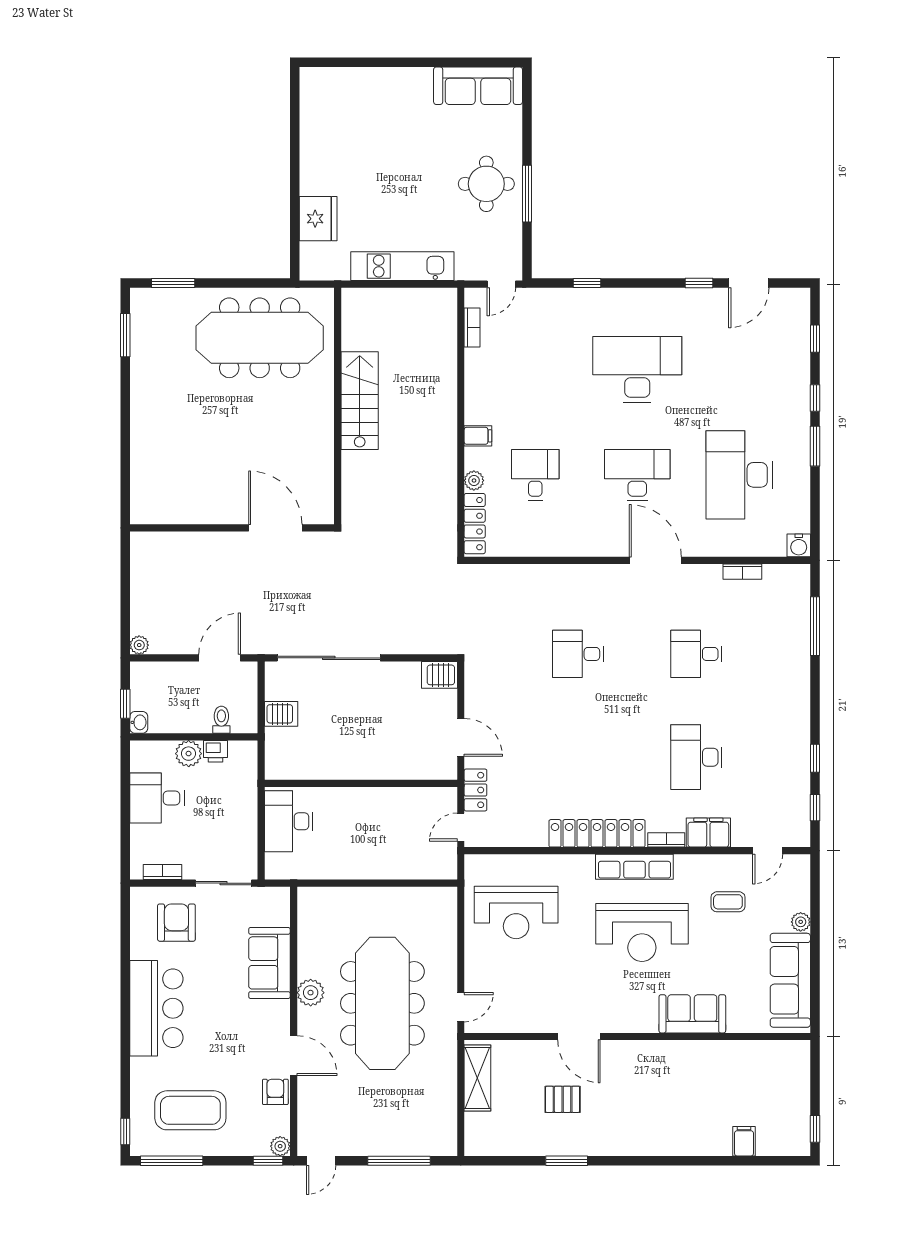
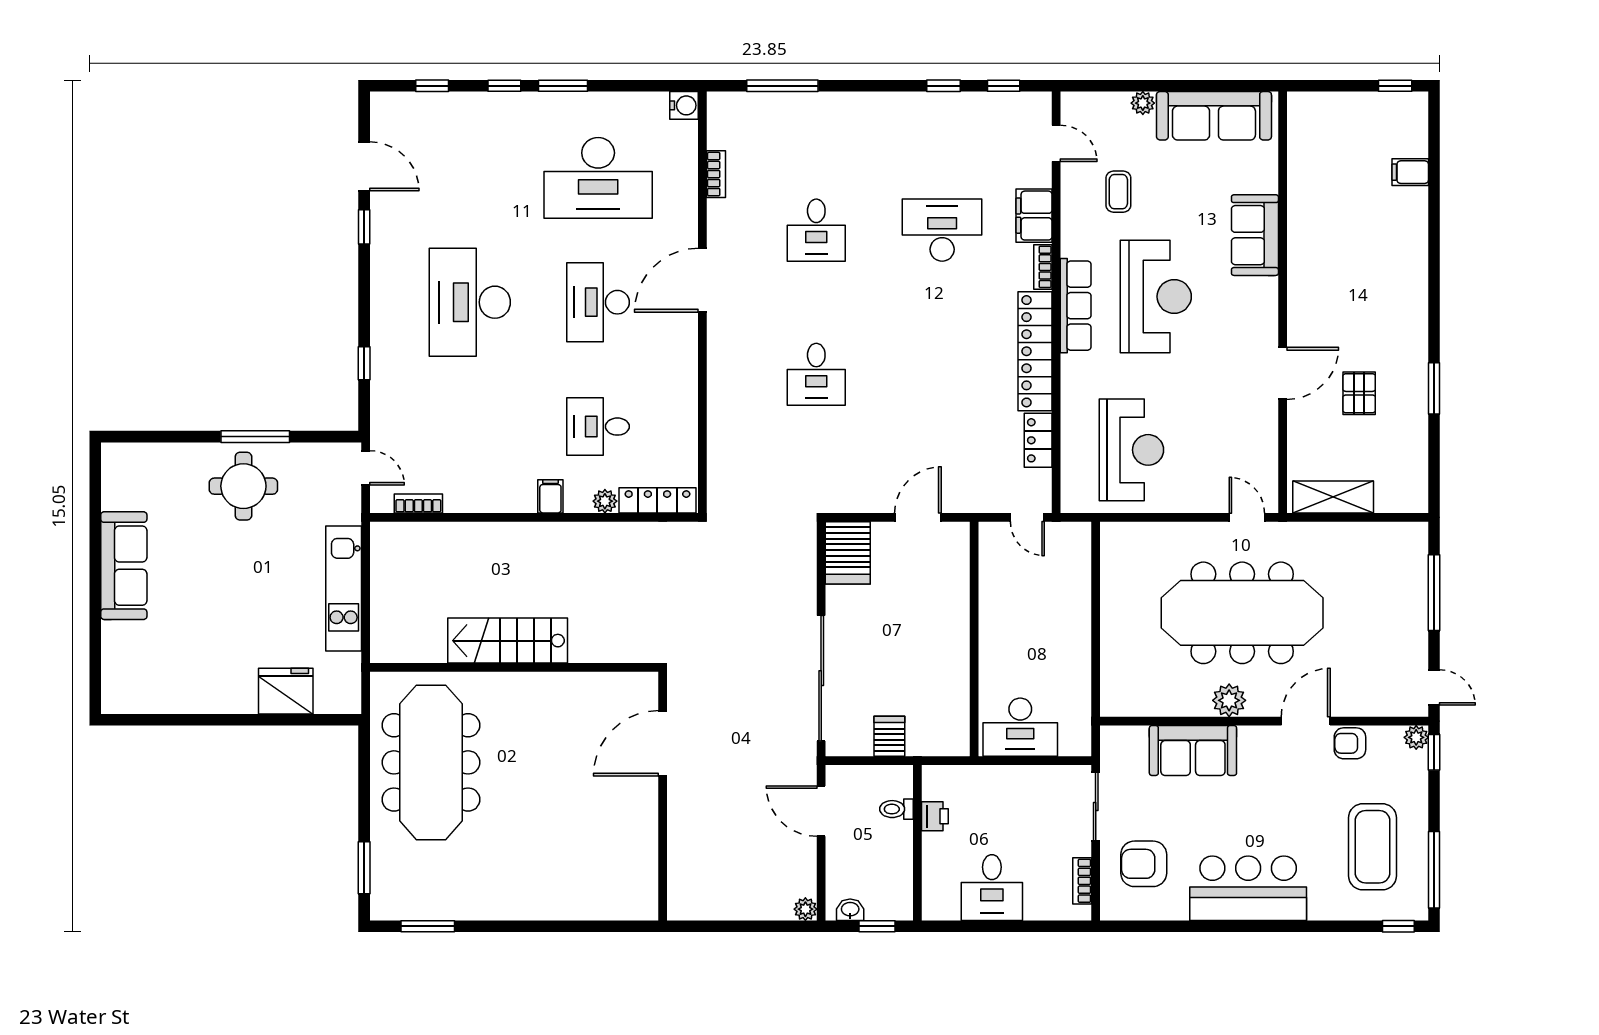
sofa: (478, 86) -> (124, 566), moved
server rack: (439, 675) -> (848, 553), width x1.36, depth x1.44
washbasin: (139, 722) -> (850, 910), moved
plant: (189, 754) -> (938, 849), removed
desk: (696, 757) -> (942, 230), turned 180
locker: (475, 790) -> (1038, 440), moved, turned -90

